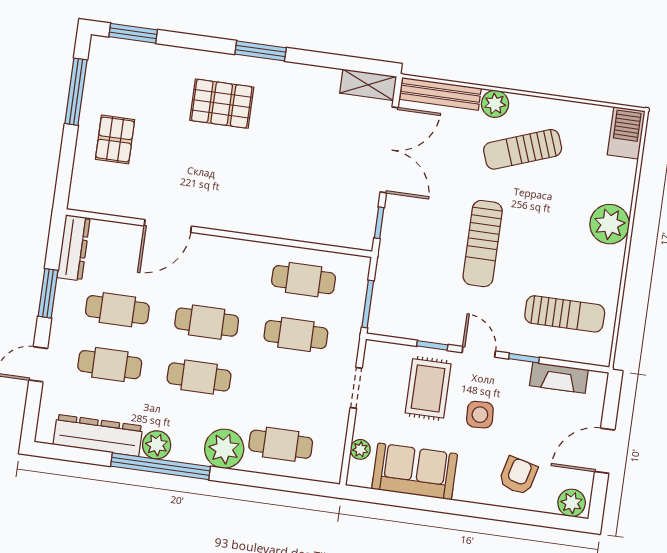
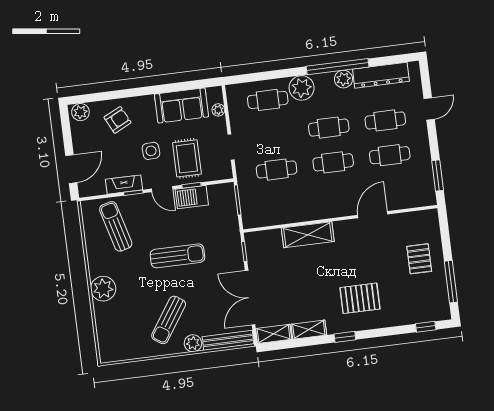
window: (133, 33) -> (426, 327), width x0.67
window: (261, 51) -> (345, 337), width x0.67
shelving: (313, 77) -> (309, 330), added
barbecue: (626, 133) -> (192, 197), moved, turned 90
sun lounger: (523, 149) -> (169, 320), turned 144
shelving: (275, 222) -> (308, 235), added
sun lounger: (483, 244) -> (177, 256), turned 90
dresser: (74, 248) -> (427, 186), removed
cafe table: (304, 280) -> (281, 204), removed
window: (48, 293) -> (438, 175), moved
sun lounger: (565, 314) -> (116, 226), turned 75
fireplace: (559, 378) -> (124, 185), moved
door: (605, 451) -> (71, 169), moved
armchair: (518, 476) -> (118, 120), turned -130

